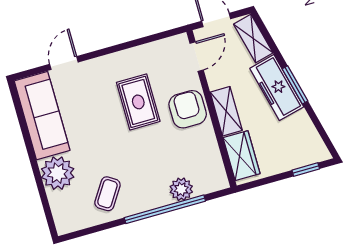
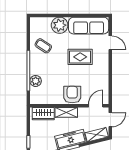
door: (197, 57) -> (96, 106), swing flipped
rug: (138, 102) -> (80, 57), moved
armchair: (188, 109) -> (72, 95), turned -90

